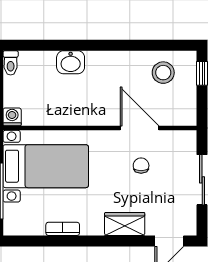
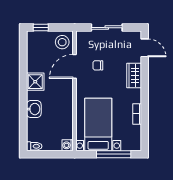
shower: (115, 64) -> (35, 82), added
stool: (163, 73) -> (62, 42), moved

